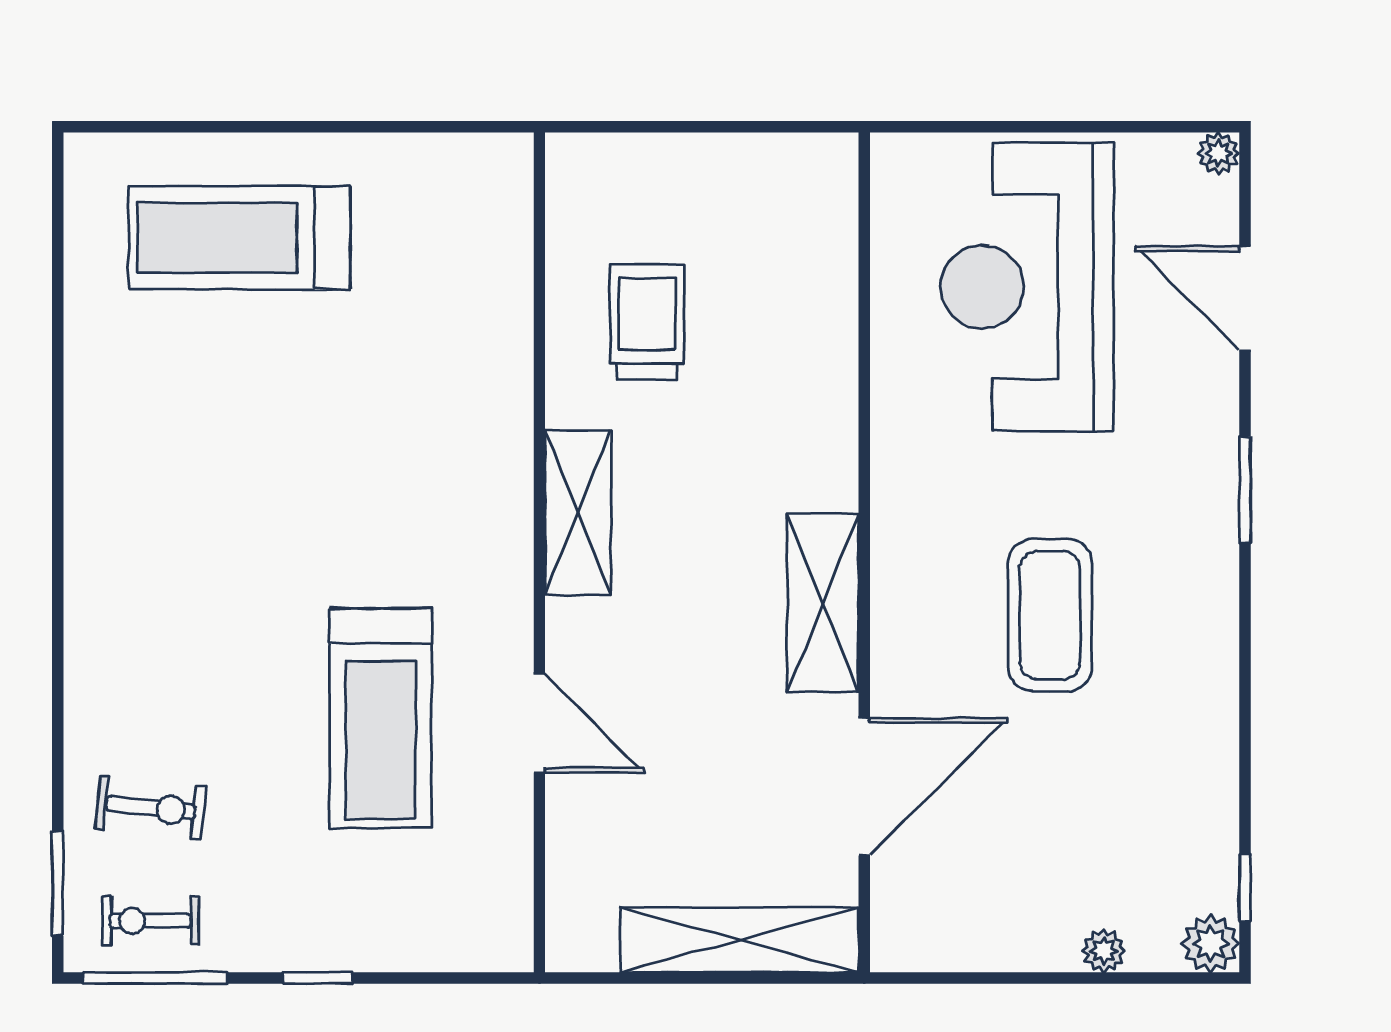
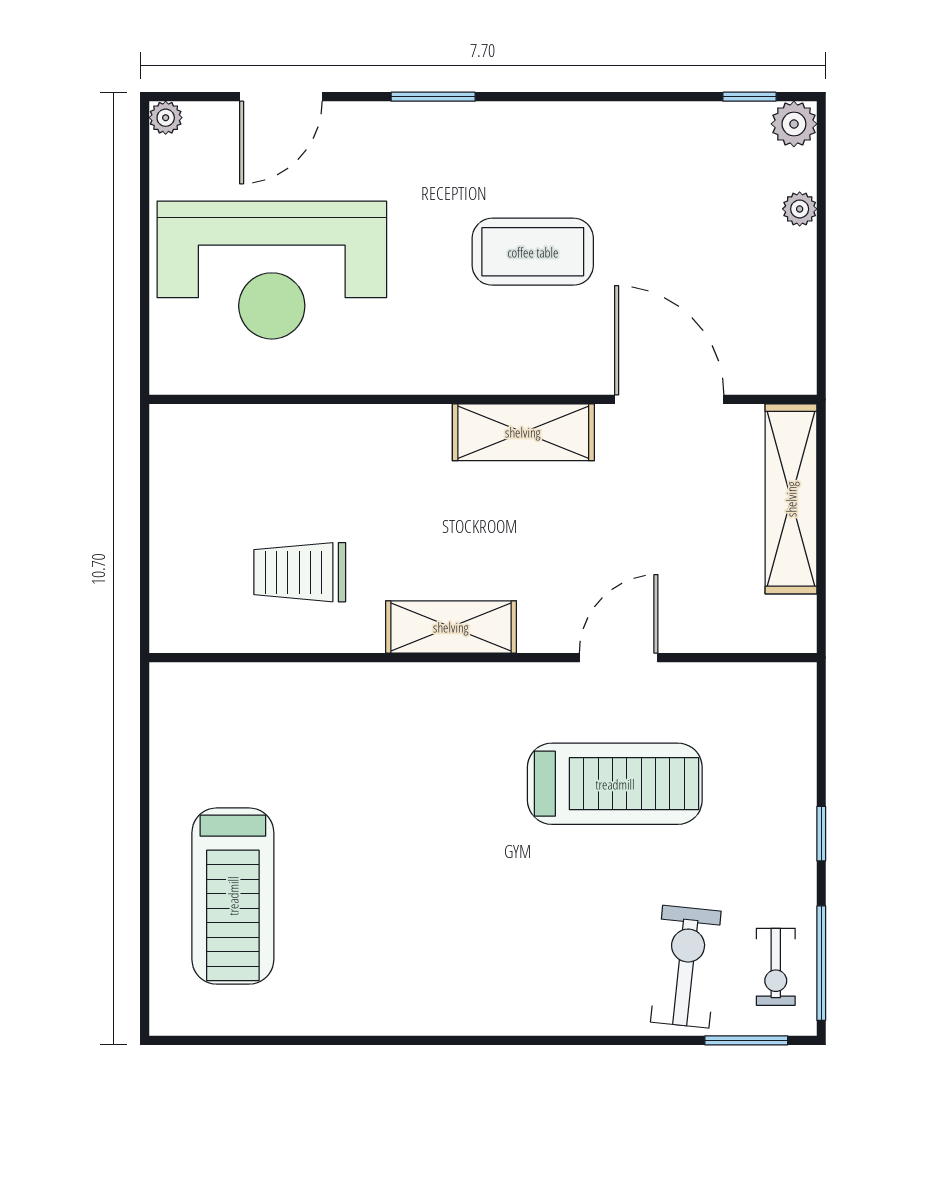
exercise bike: (151, 808) -> (686, 967), width x1.38, depth x1.39

